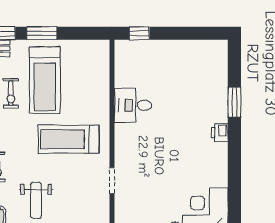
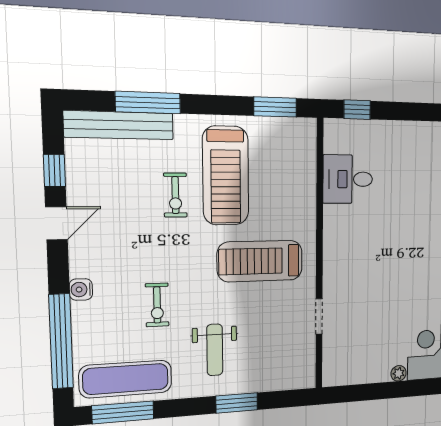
window: (42, 33) -> (275, 107), moved
desk: (133, 105) -> (348, 179), moved

